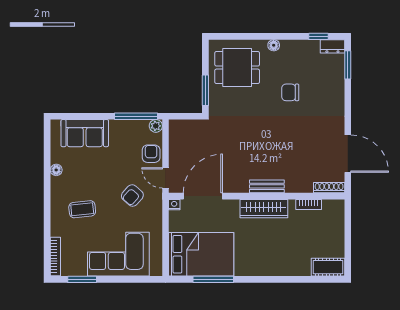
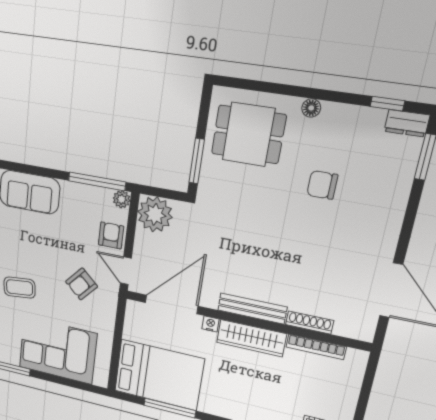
plant: (181, 132) -> (155, 214), added
bench: (267, 186) -> (252, 309), width x1.36
shoe rack: (329, 188) -> (309, 323), moved
bookcase: (309, 204) -> (316, 347), width x1.56
nightstand: (174, 205) -> (210, 324), moved

